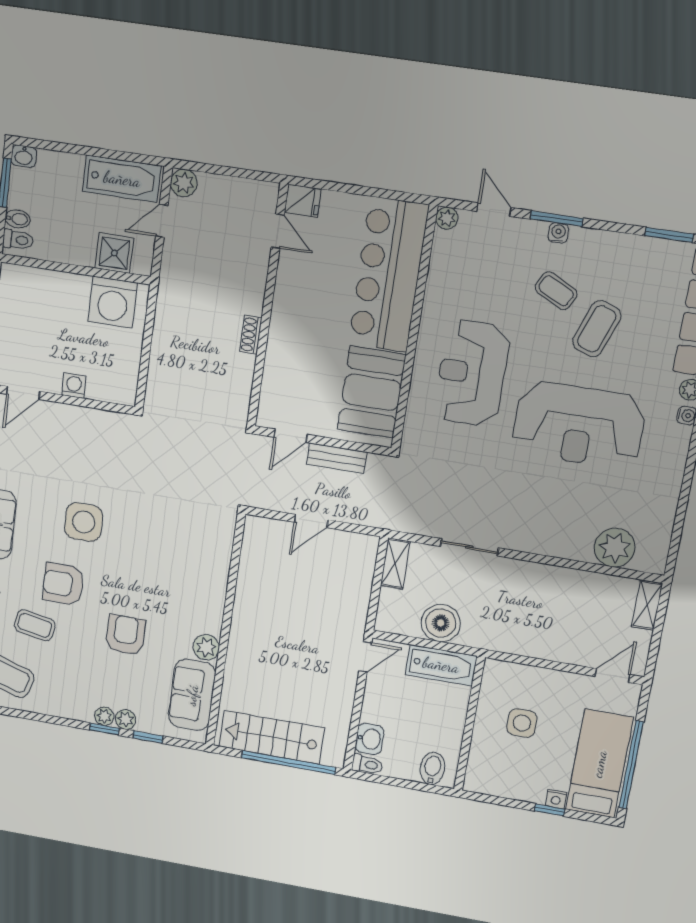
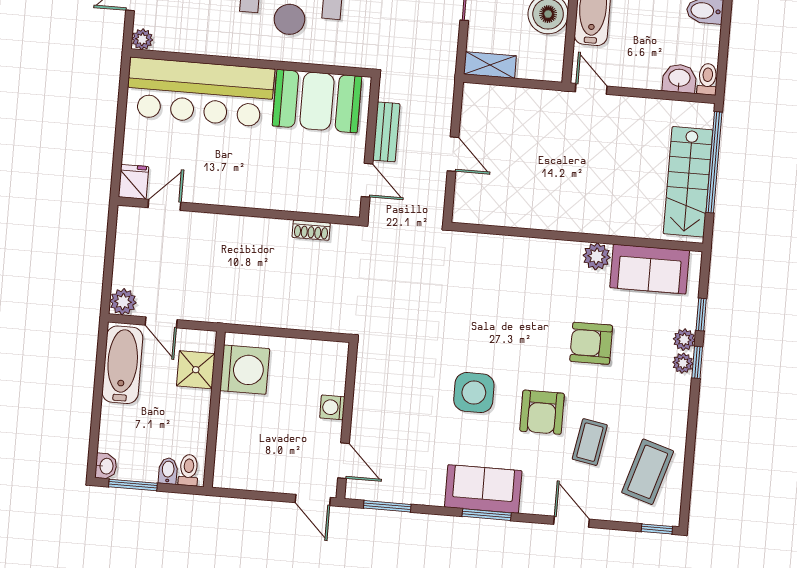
shoe rack: (251, 335) -> (311, 230), moved

